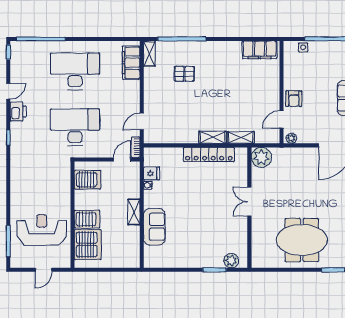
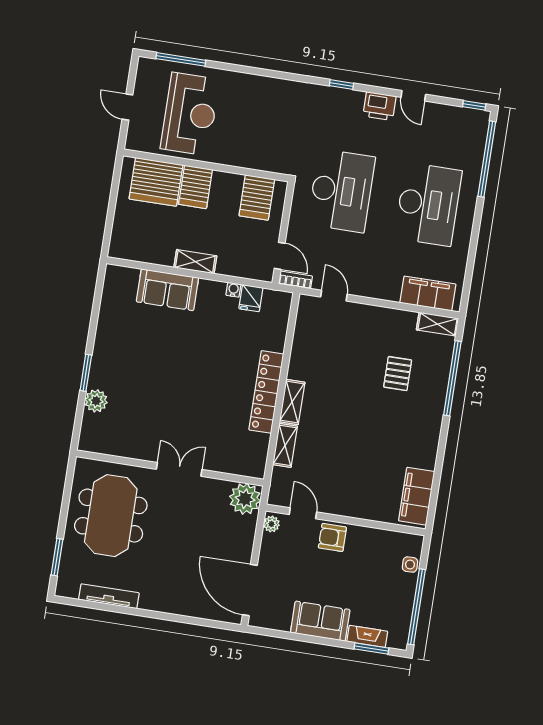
plant: (261, 157) -> (245, 499), moved
double door: (249, 202) -> (179, 469), moved
wall: (249, 208) -> (170, 468), moved

